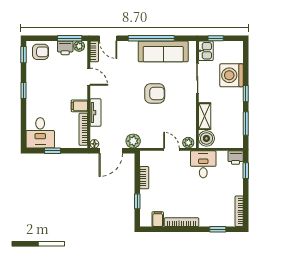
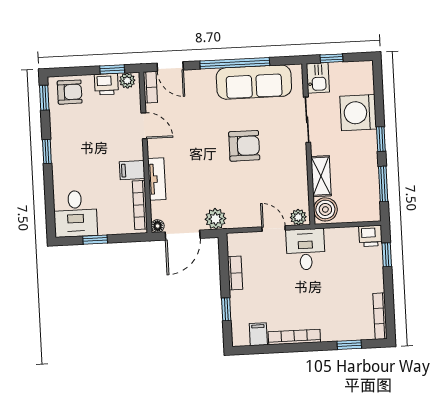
window: (70, 38) -> (112, 69), width x0.67
desk: (203, 164) -> (306, 249), moved

